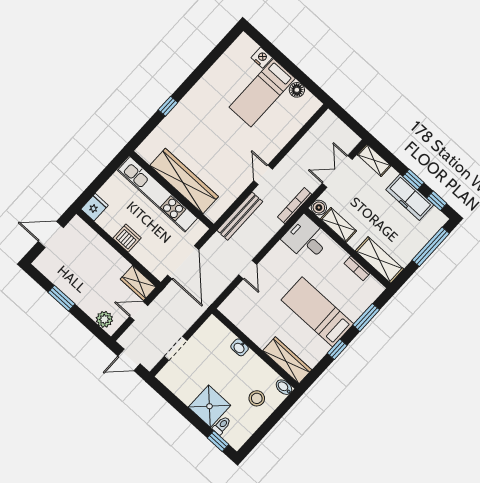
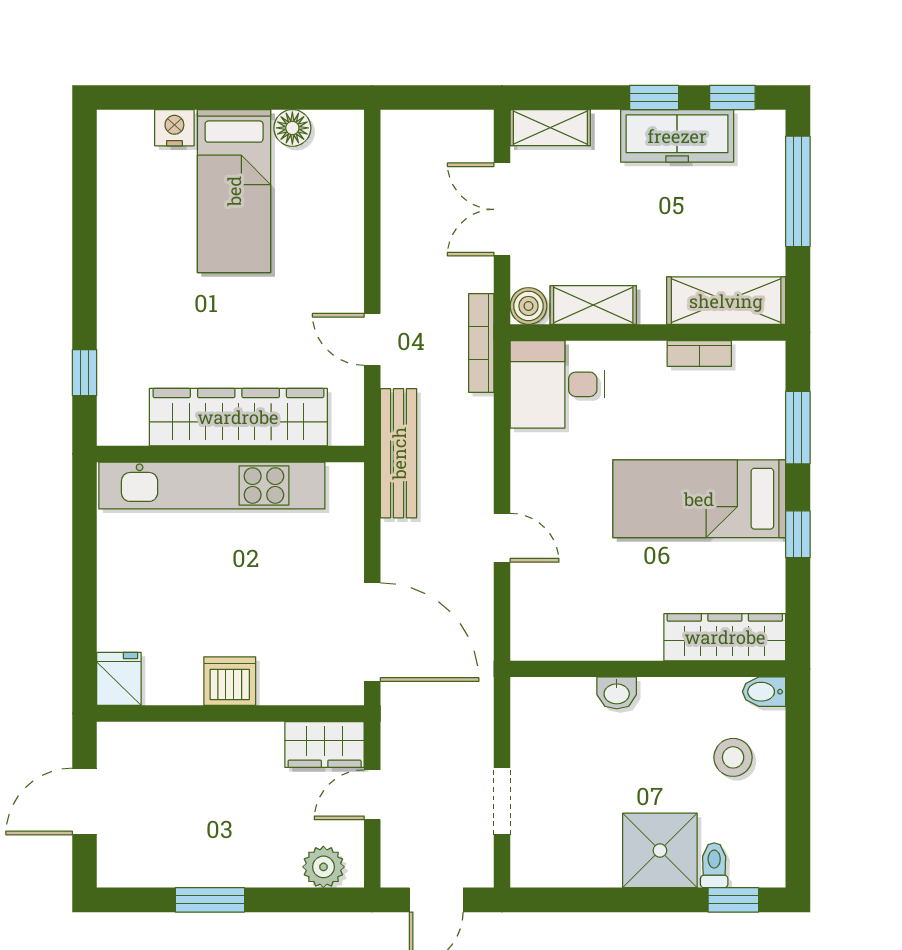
wardrobe: (184, 181) -> (238, 417), moved
wall: (172, 190) -> (230, 454), moved
kitchen unit: (157, 194) -> (212, 486), moved

